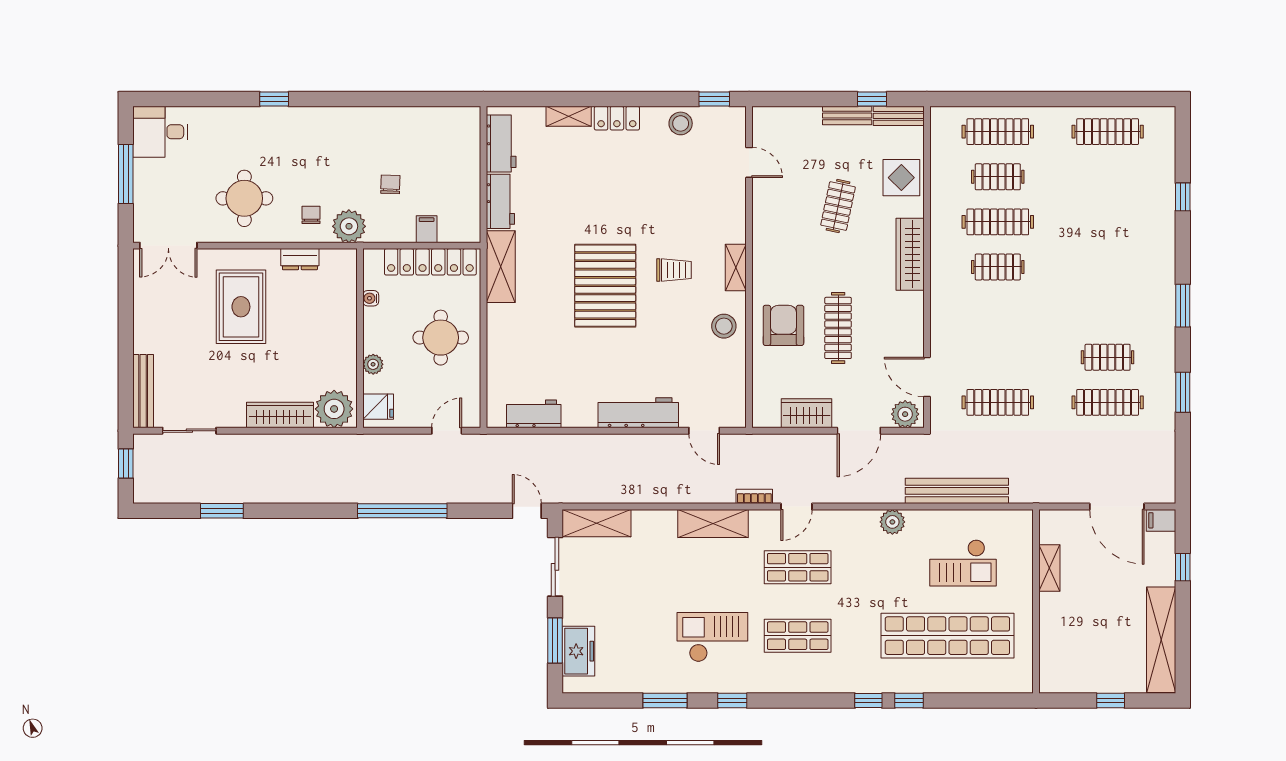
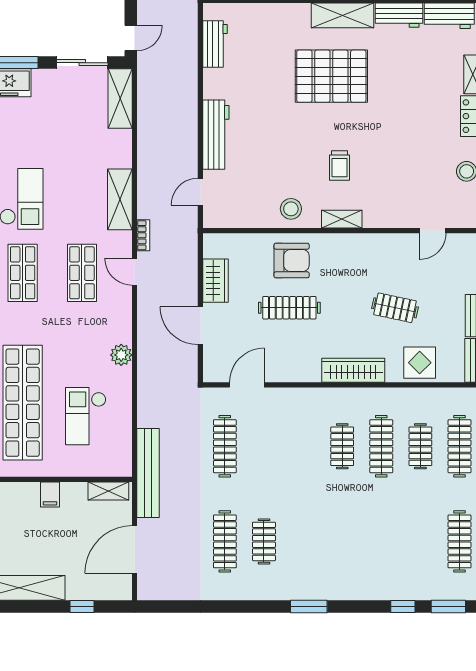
pallet: (605, 286) -> (331, 76), moved
window: (1183, 392) -> (448, 606), moved
plant: (905, 414) -> (215, 366), removed
bench: (957, 491) -> (148, 473), moved
filing cabinet: (1161, 520) -> (50, 495), moved, turned 180
shelving: (1049, 568) -> (108, 491), moved

